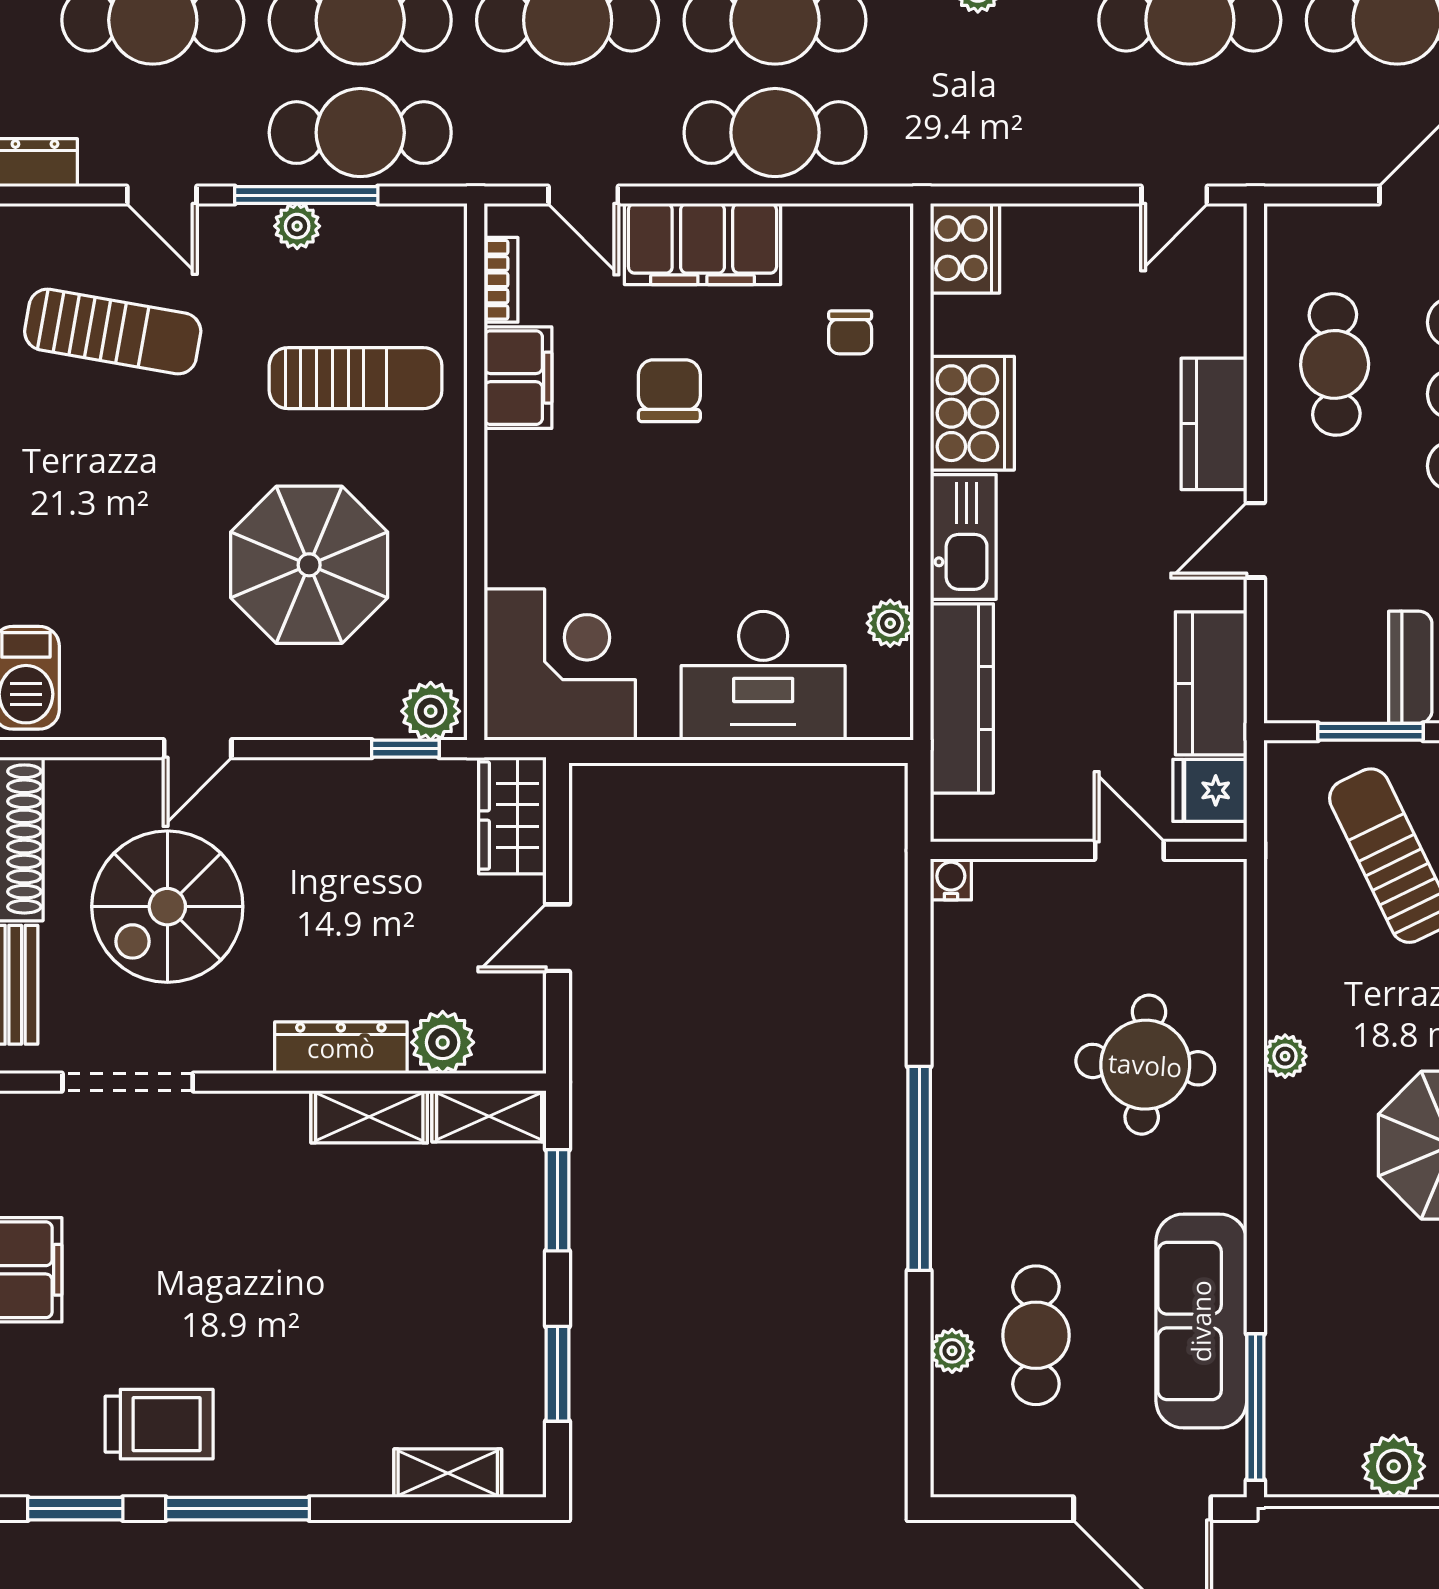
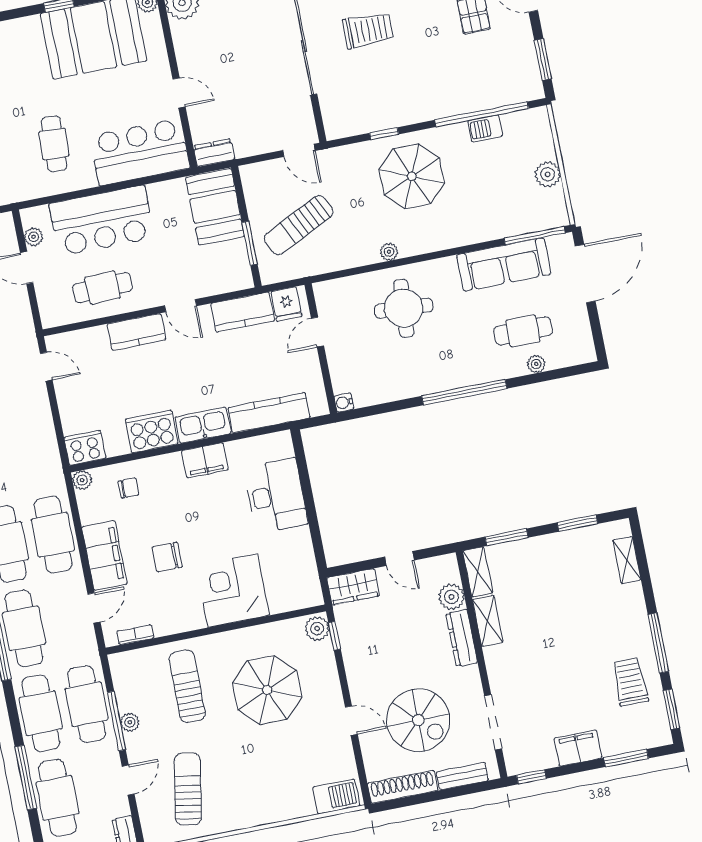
filing cabinet: (518, 378) -> (205, 460), moved, turned 180
plant: (890, 623) -> (82, 480), moved
corner desk: (560, 665) -> (233, 591), moved

